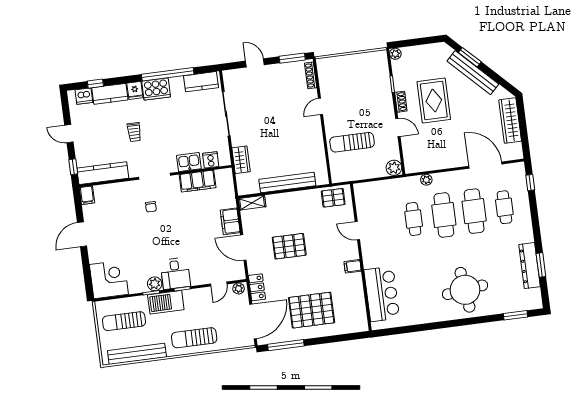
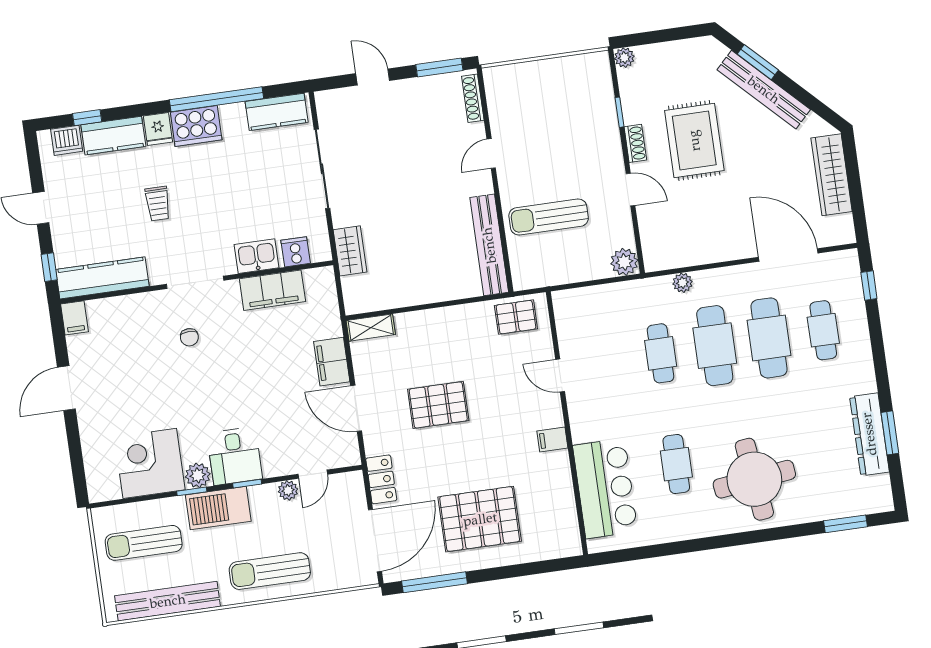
bench: (287, 182) -> (489, 245), moved, turned 90
corner desk: (109, 279) -> (150, 463), moved, turned -90
cafe table: (422, 281) -> (676, 464), added
plant: (239, 288) -> (288, 490), moved

